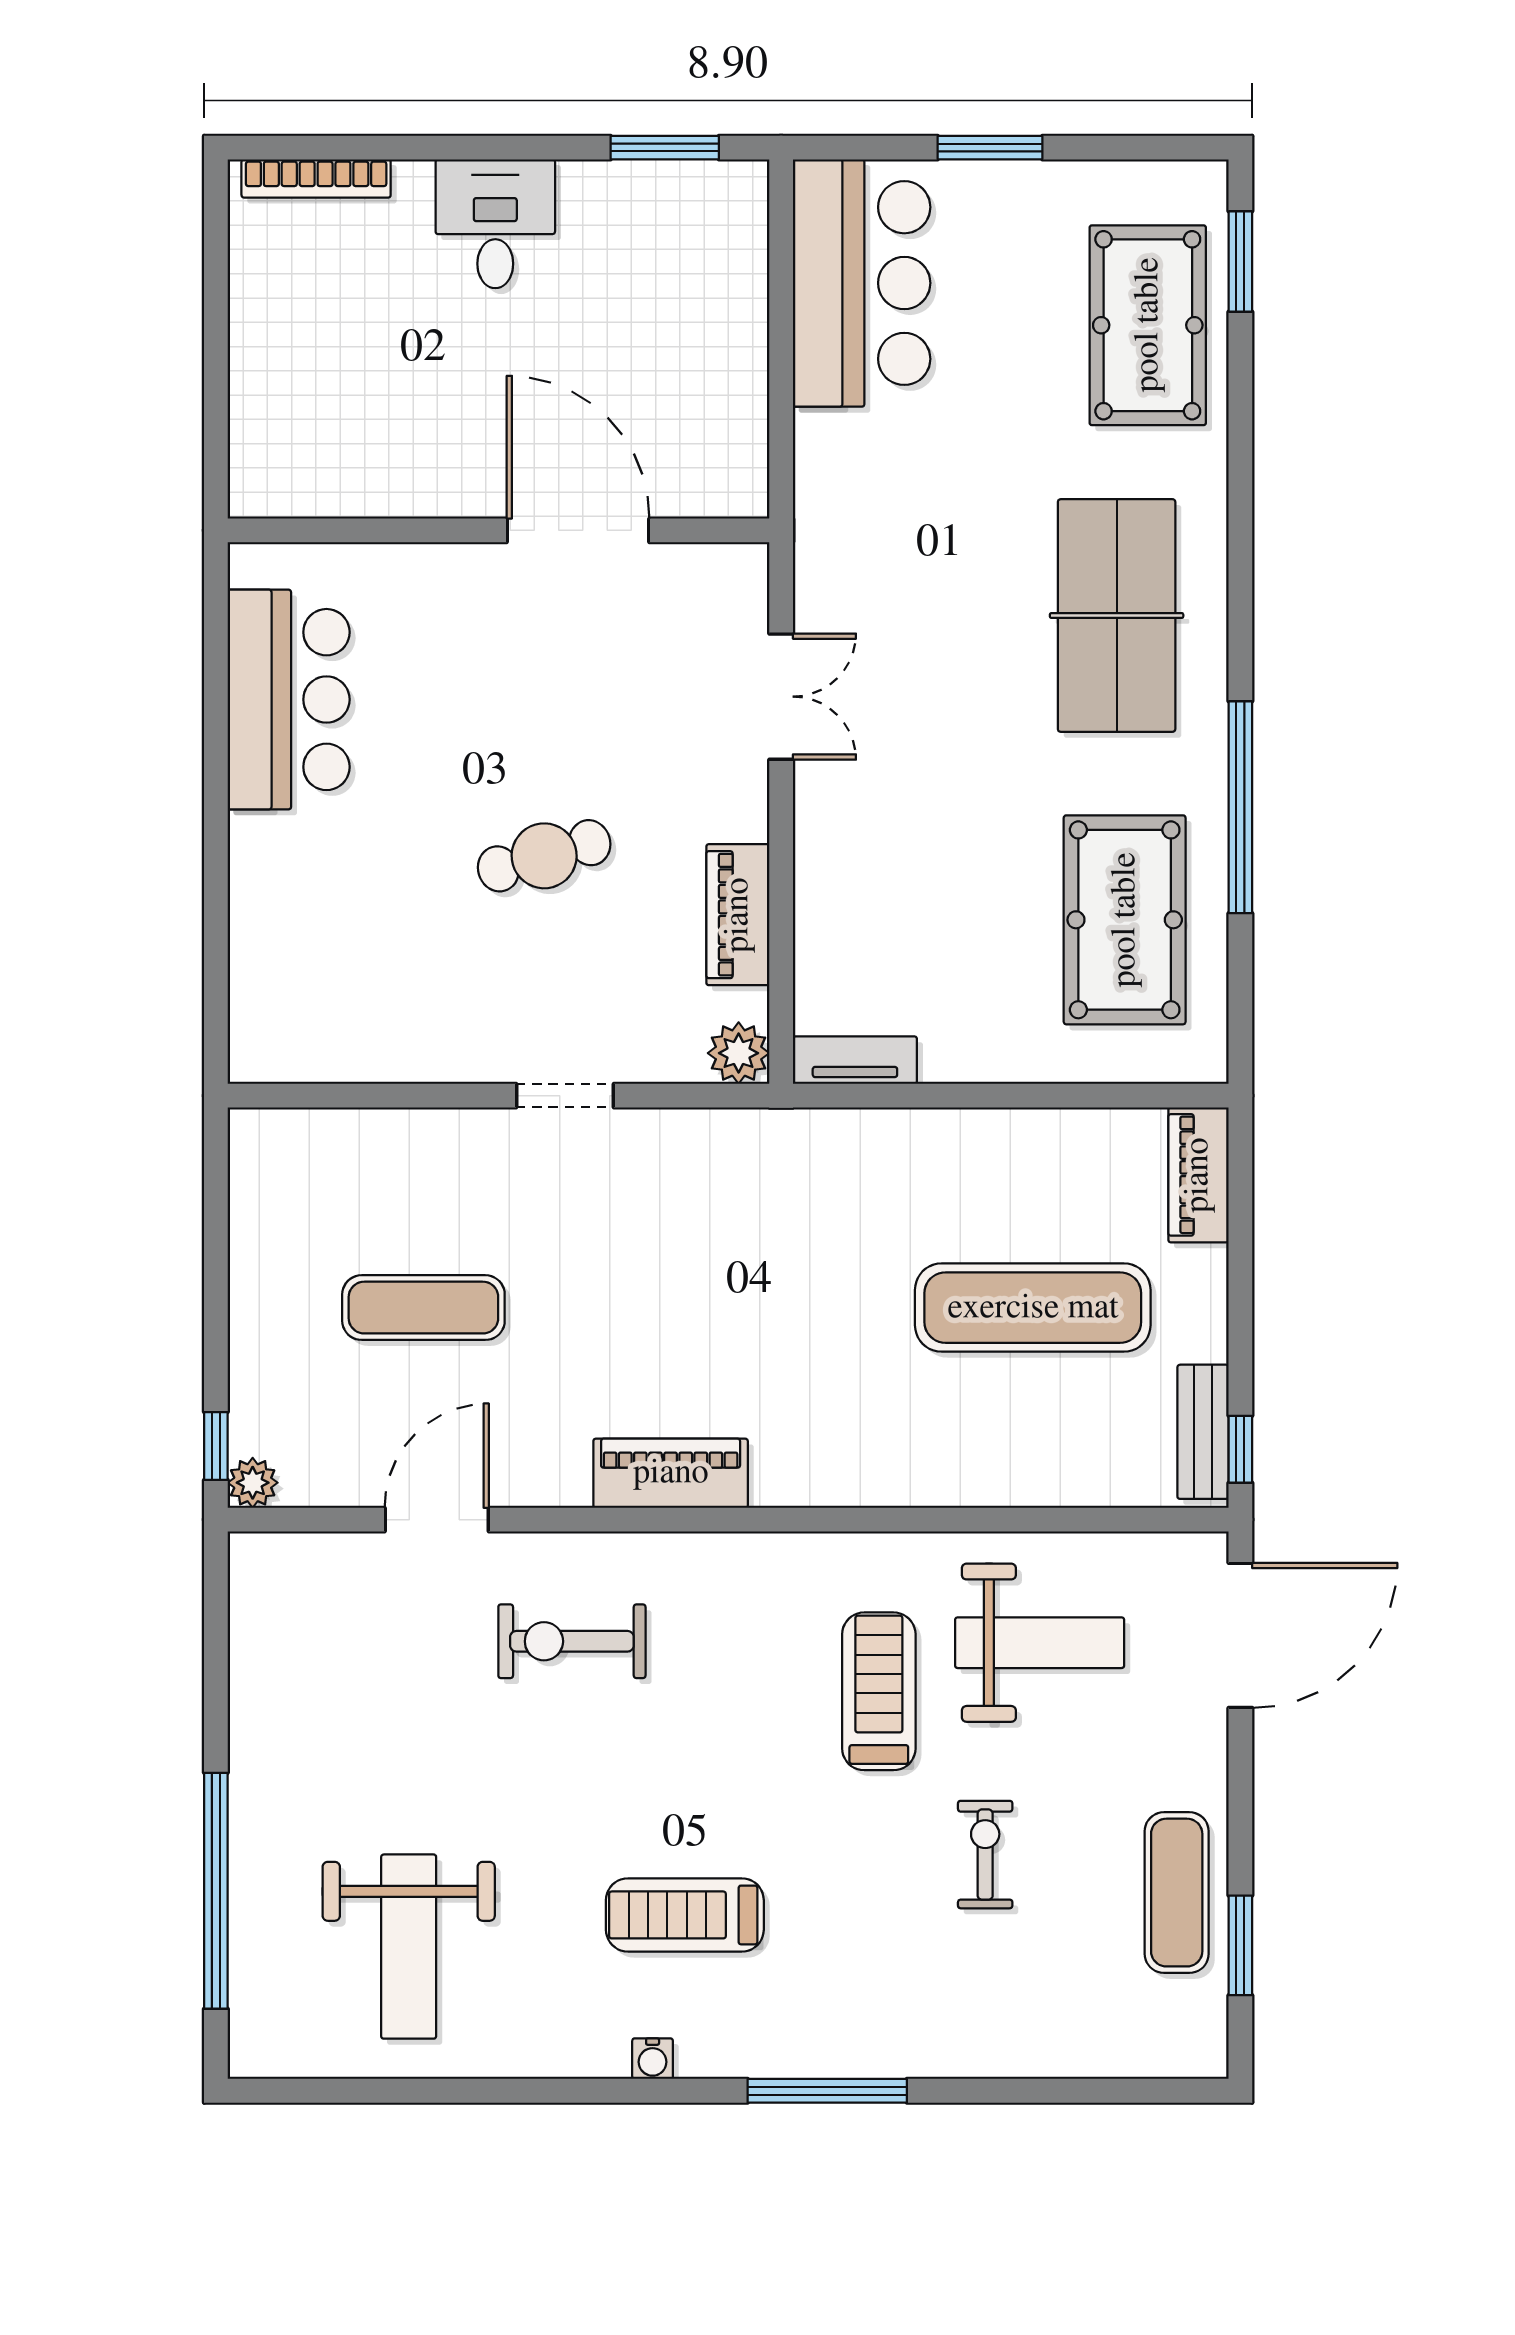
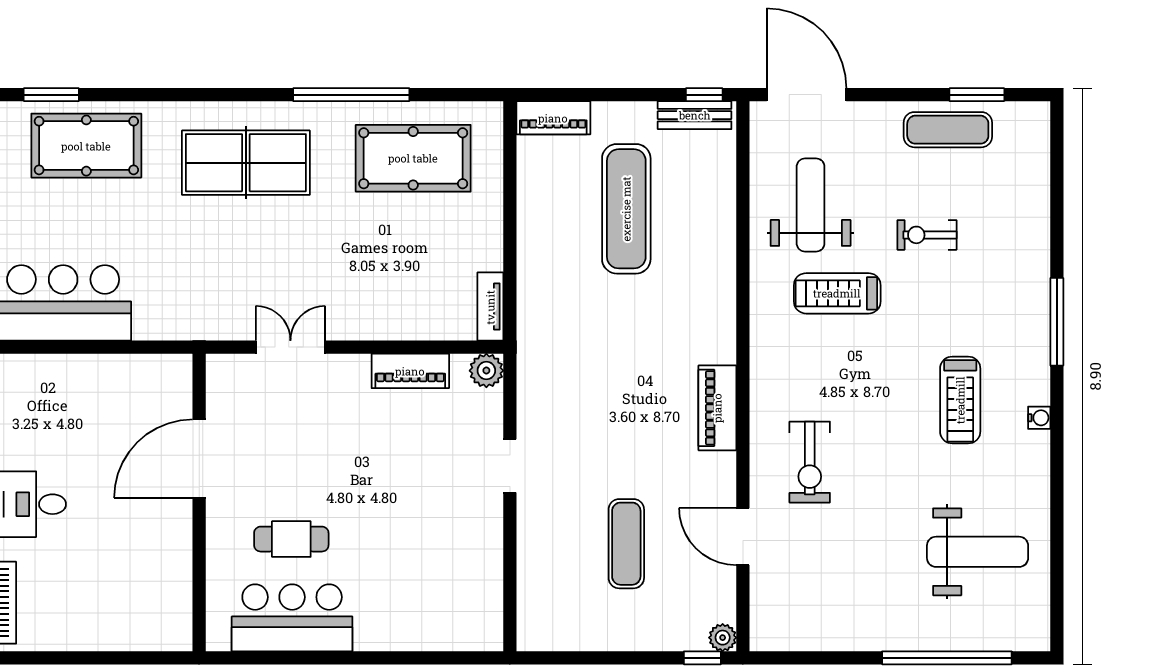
cafe table: (544, 856) -> (291, 539), moved, turned -74

